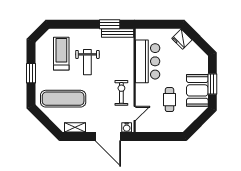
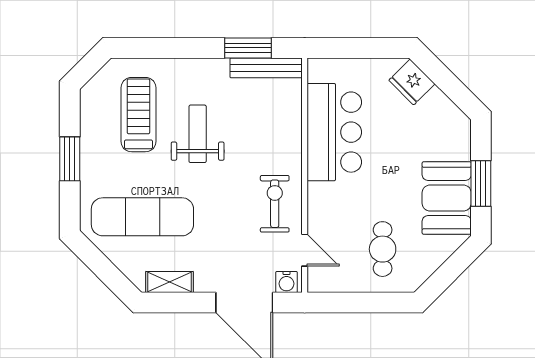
weight bench: (87, 62) -> (198, 134), turned 180
cafe table: (169, 100) -> (383, 249), moved
door: (135, 113) -> (305, 250), hinge flipped

